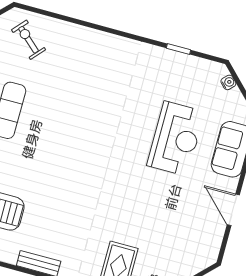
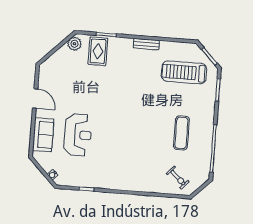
reception desk: (176, 139) -> (78, 135), turned 180

